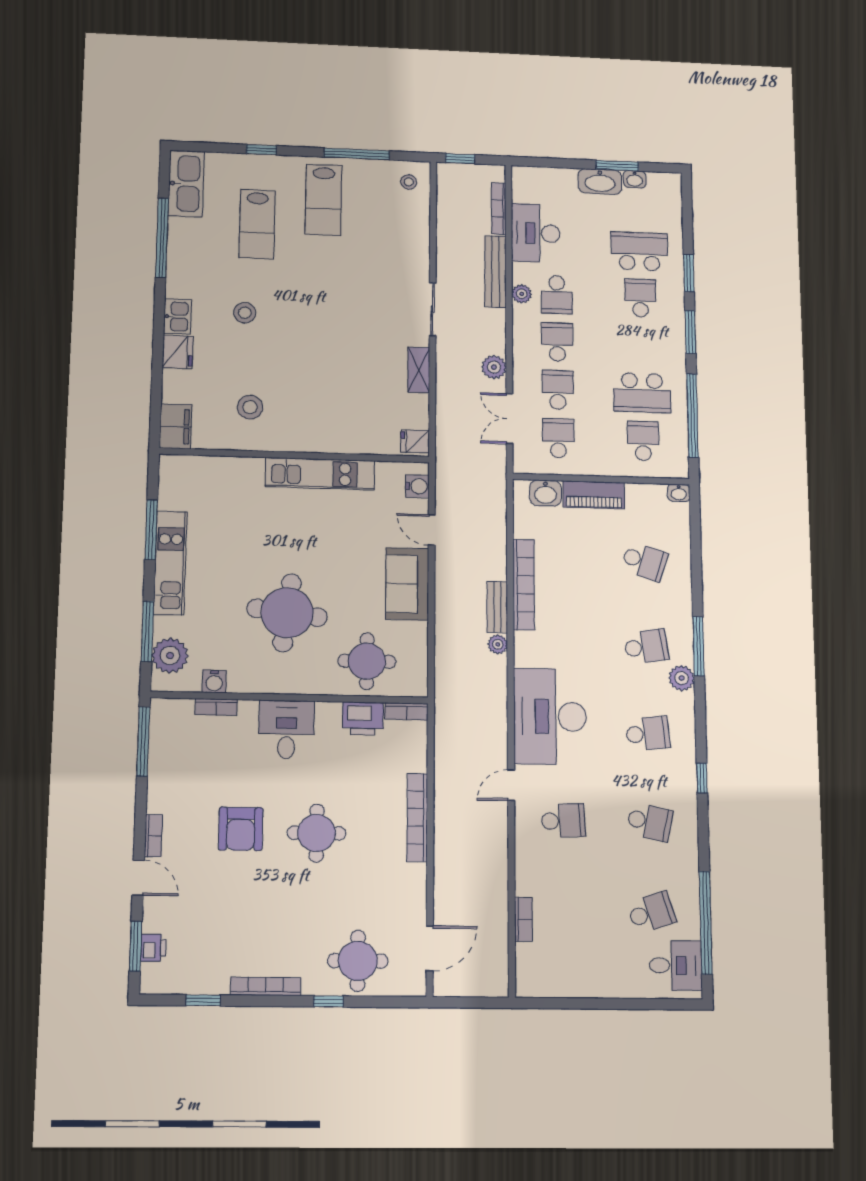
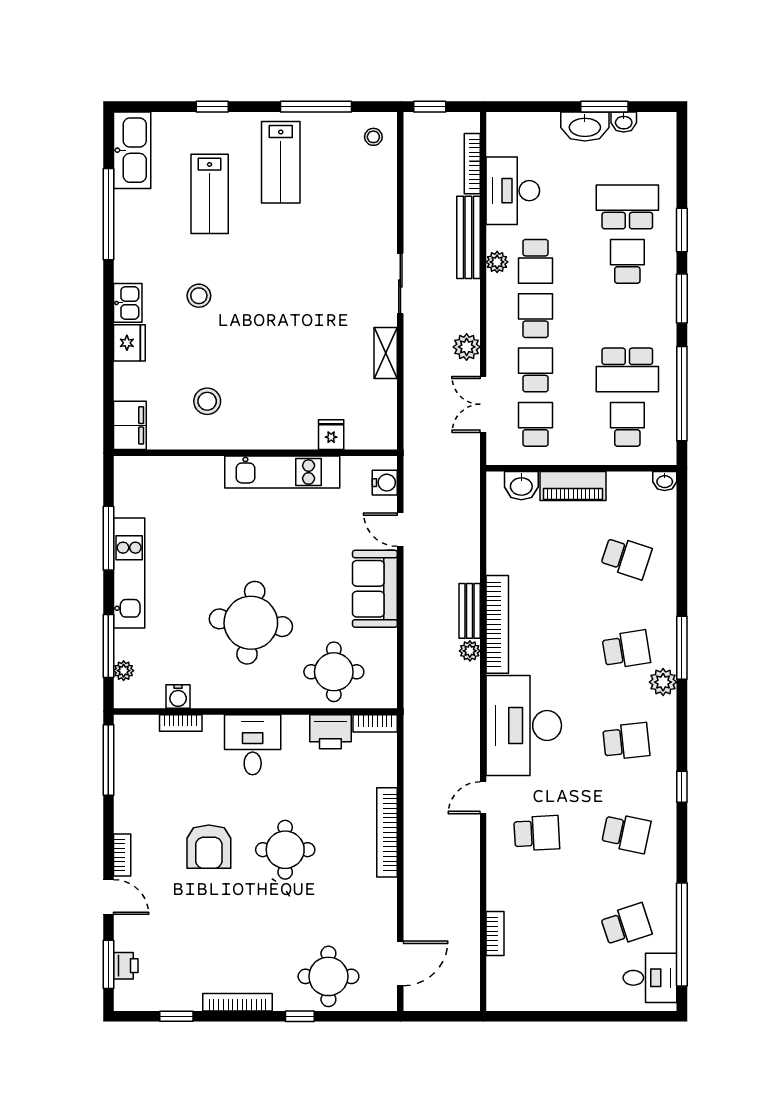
fridge: (415, 441) -> (331, 435), moved, turned 90
bookcase: (524, 585) -> (497, 624), moved
plant: (170, 656) -> (124, 671), width x0.53, depth x0.53

